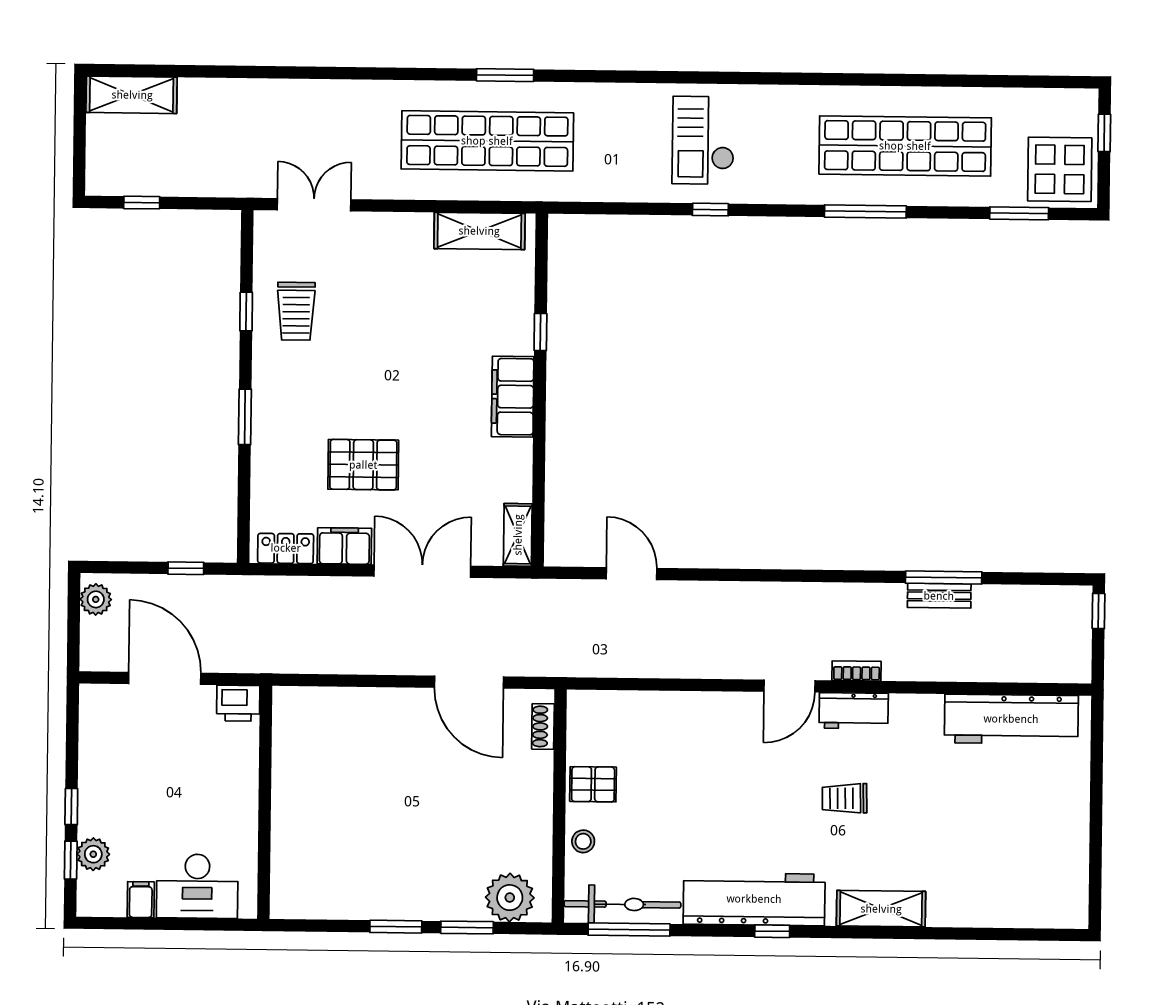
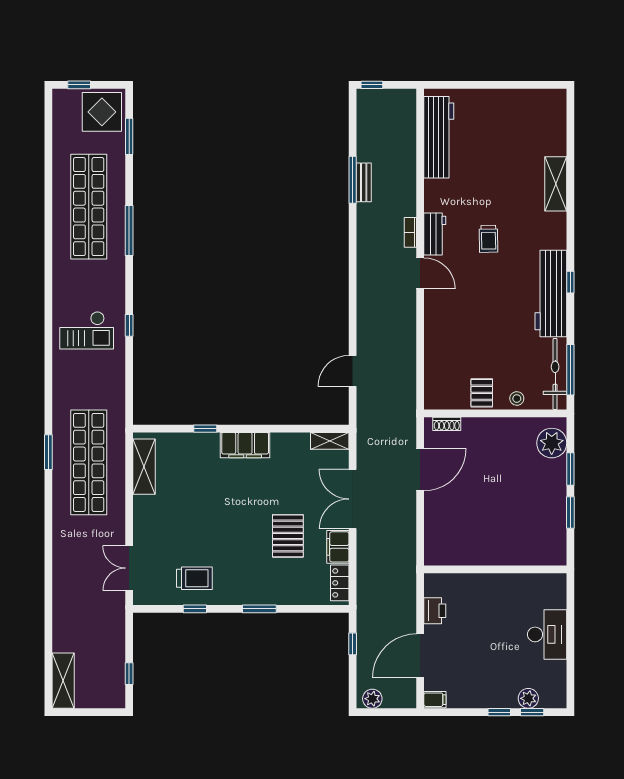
wall: (265, 802) -> (495, 569), moved
filing cabinet: (141, 900) -> (435, 700), moved, turned 180
shelving: (881, 909) -> (556, 184), moved

